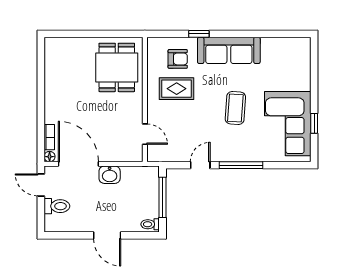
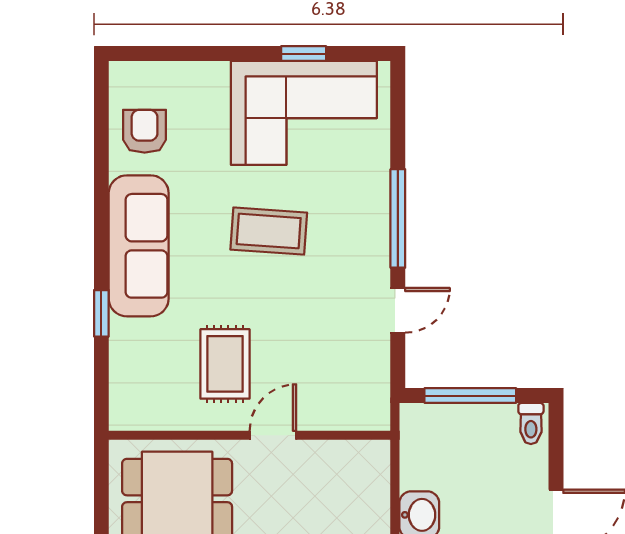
armchair: (178, 59) -> (145, 131), moved
door: (145, 134) -> (273, 435), moved
door: (200, 165) -> (398, 310), swing flipped

